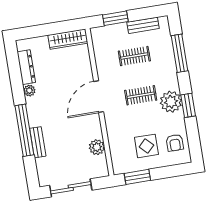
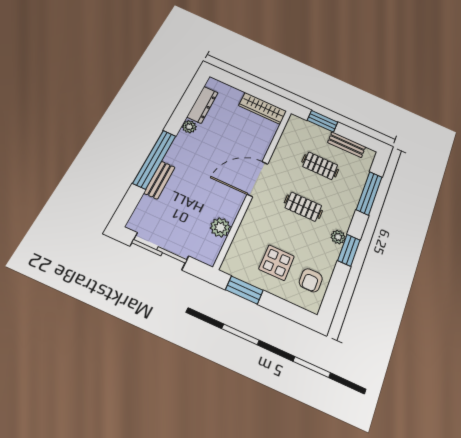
plant: (171, 102) -> (338, 237), width x0.53, depth x0.53

